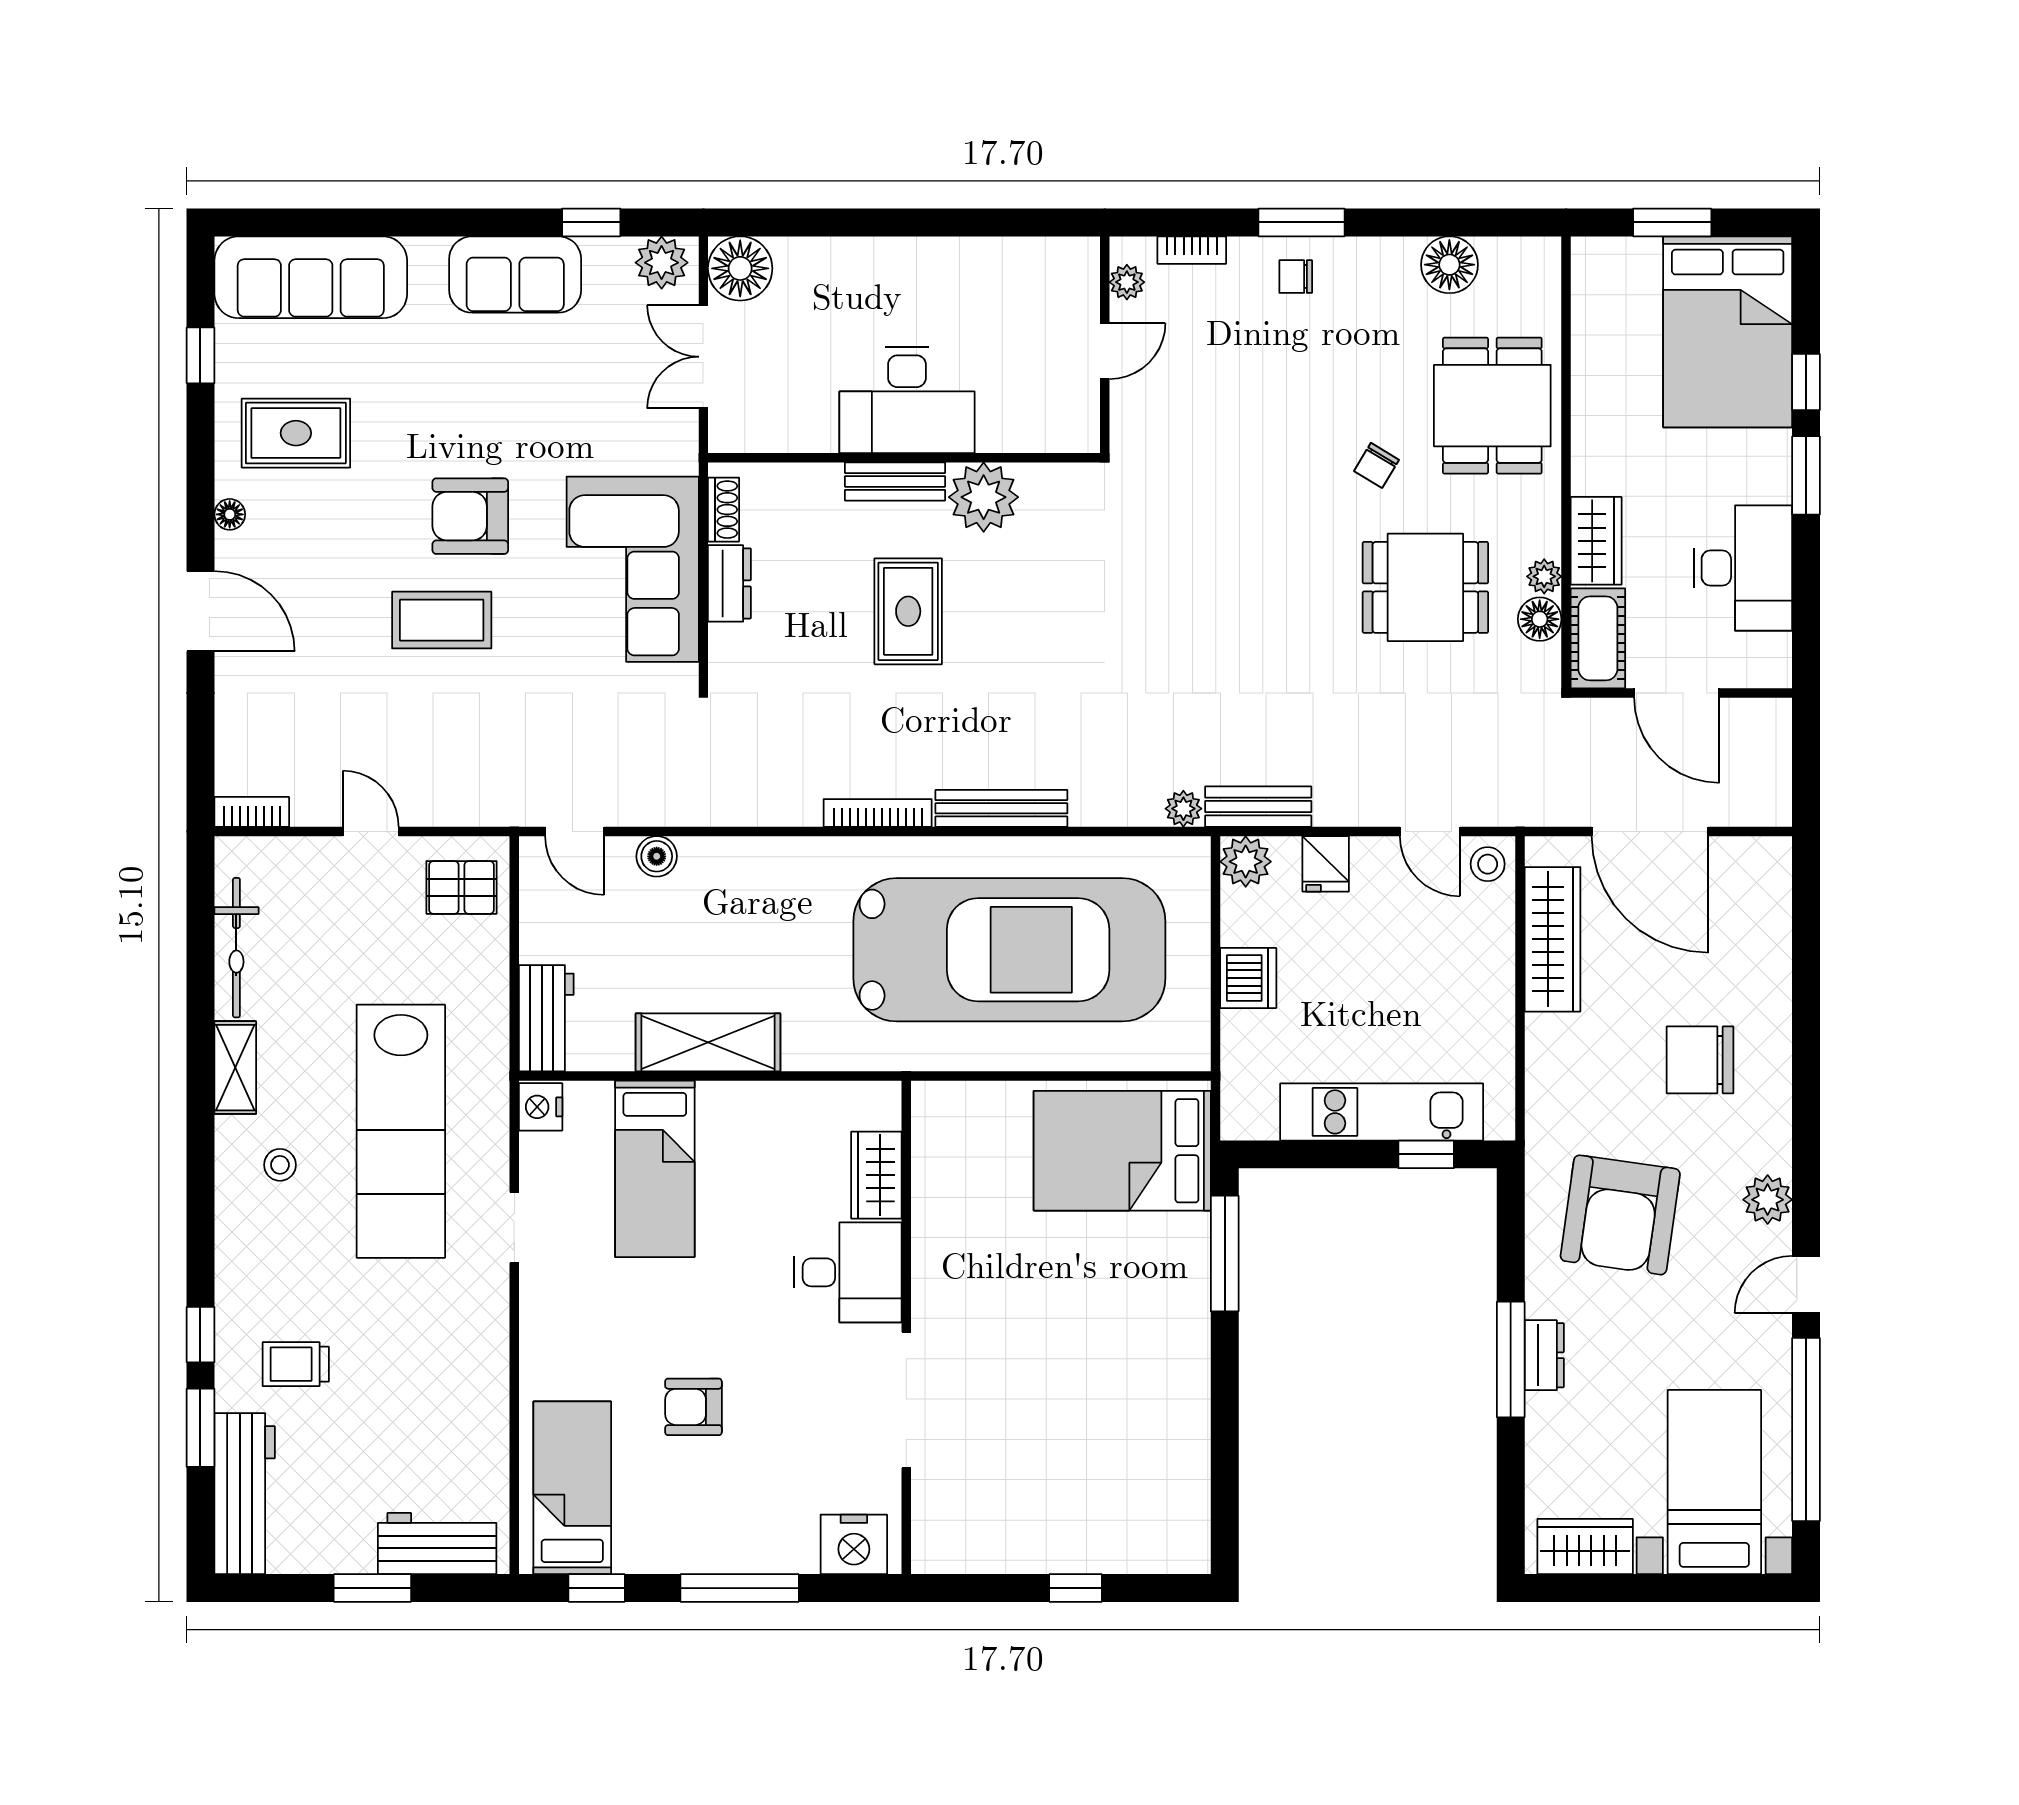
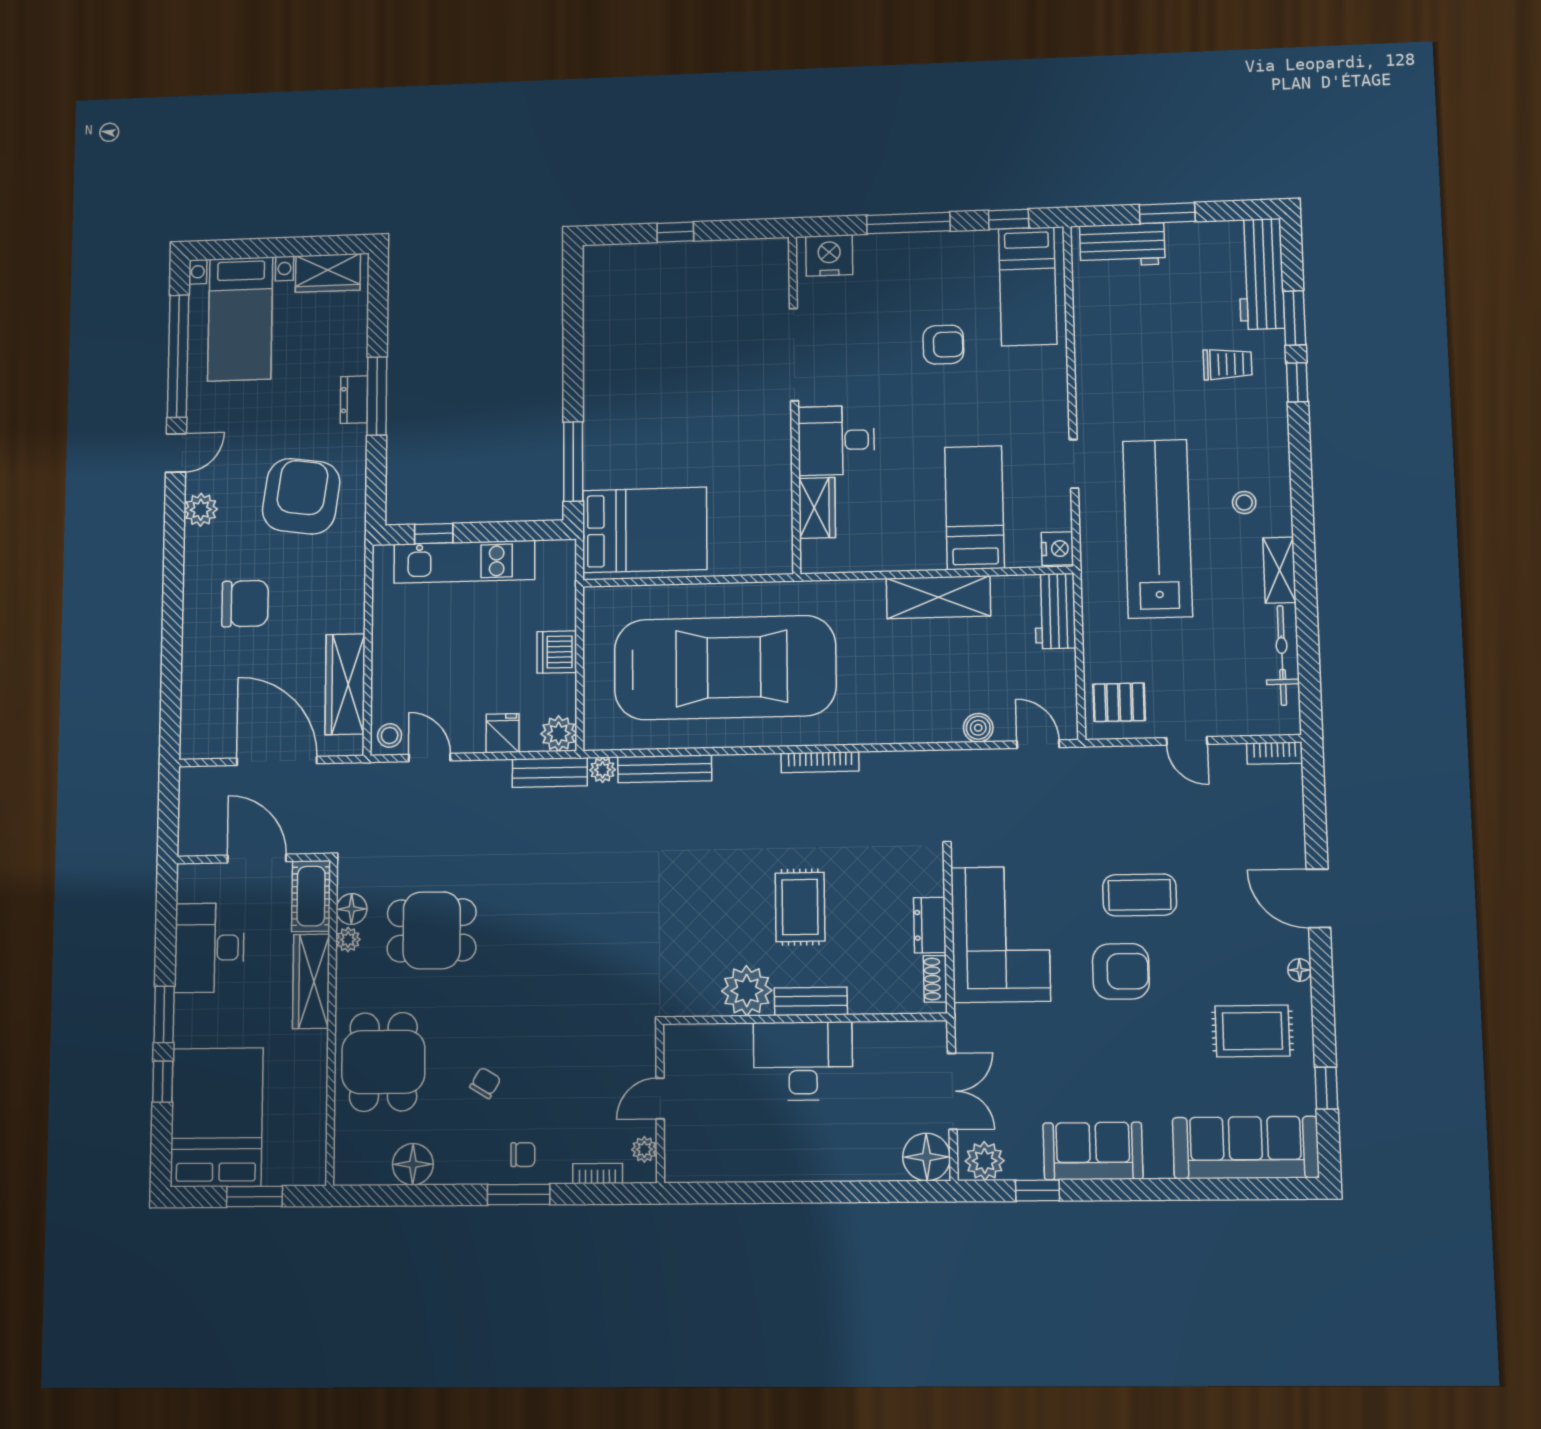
chair: (1376, 465) -> (485, 1083), moved
wardrobe: (1596, 541) -> (311, 981), width x1.50
bench: (1001, 808) -> (665, 769), moved
car: (1009, 950) -> (725, 668), turned 180

